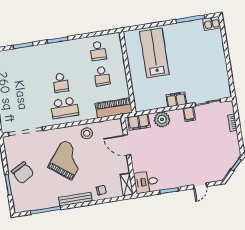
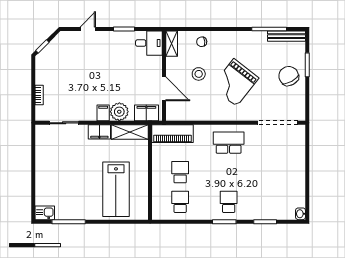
school desk: (61, 83) -> (229, 202), moved
shelving: (150, 104) -> (130, 132), added
filing cabinet: (189, 114) -> (103, 113), moved
stool: (87, 133) -> (199, 74), moved
bench: (75, 199) -> (286, 36), moved

